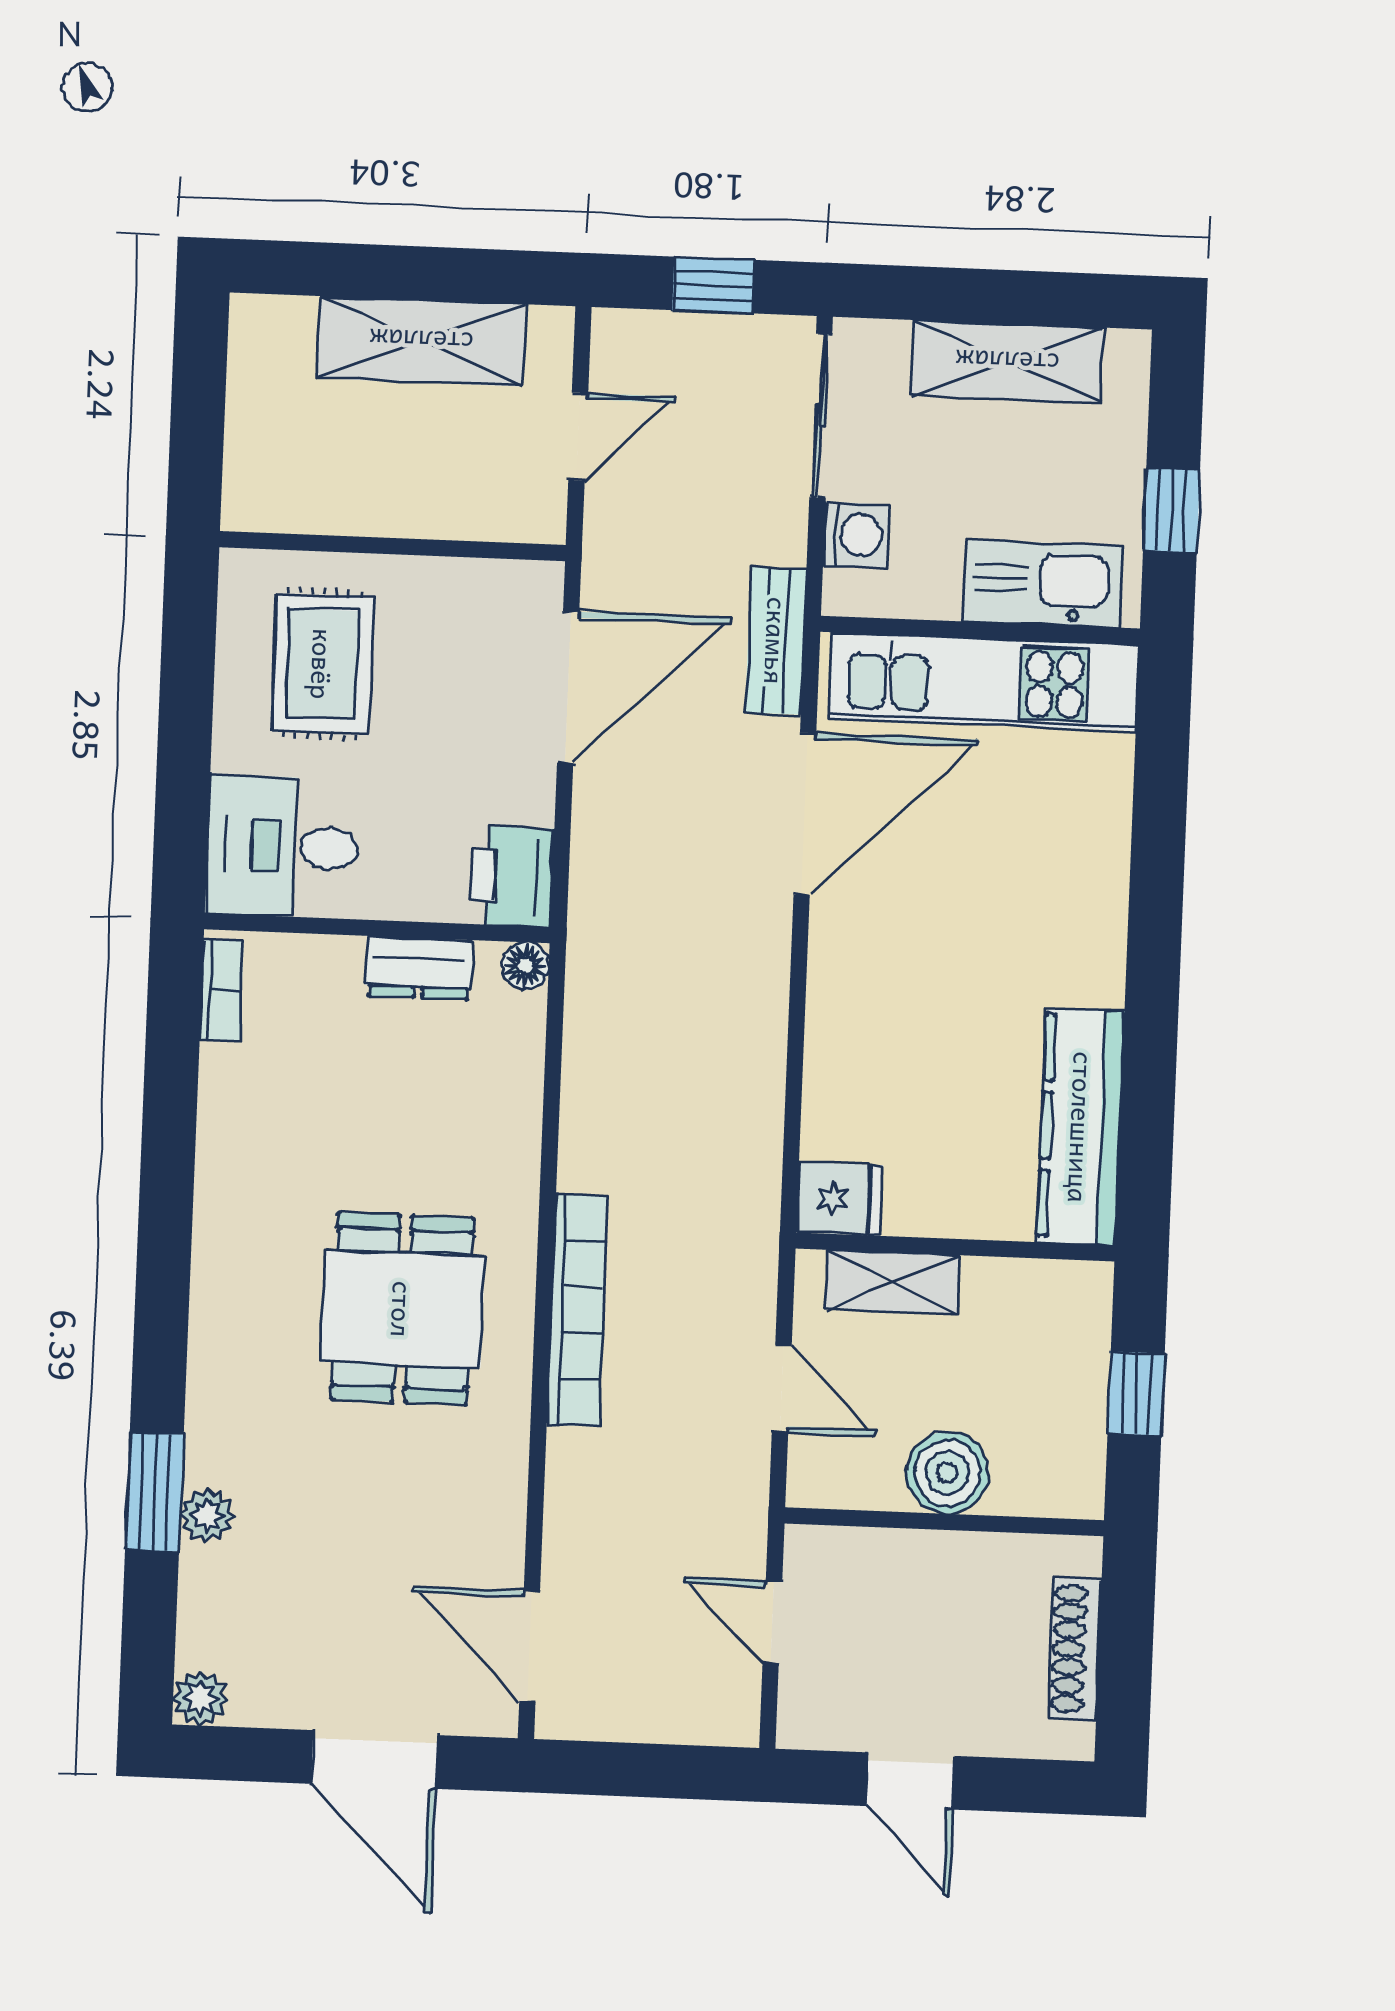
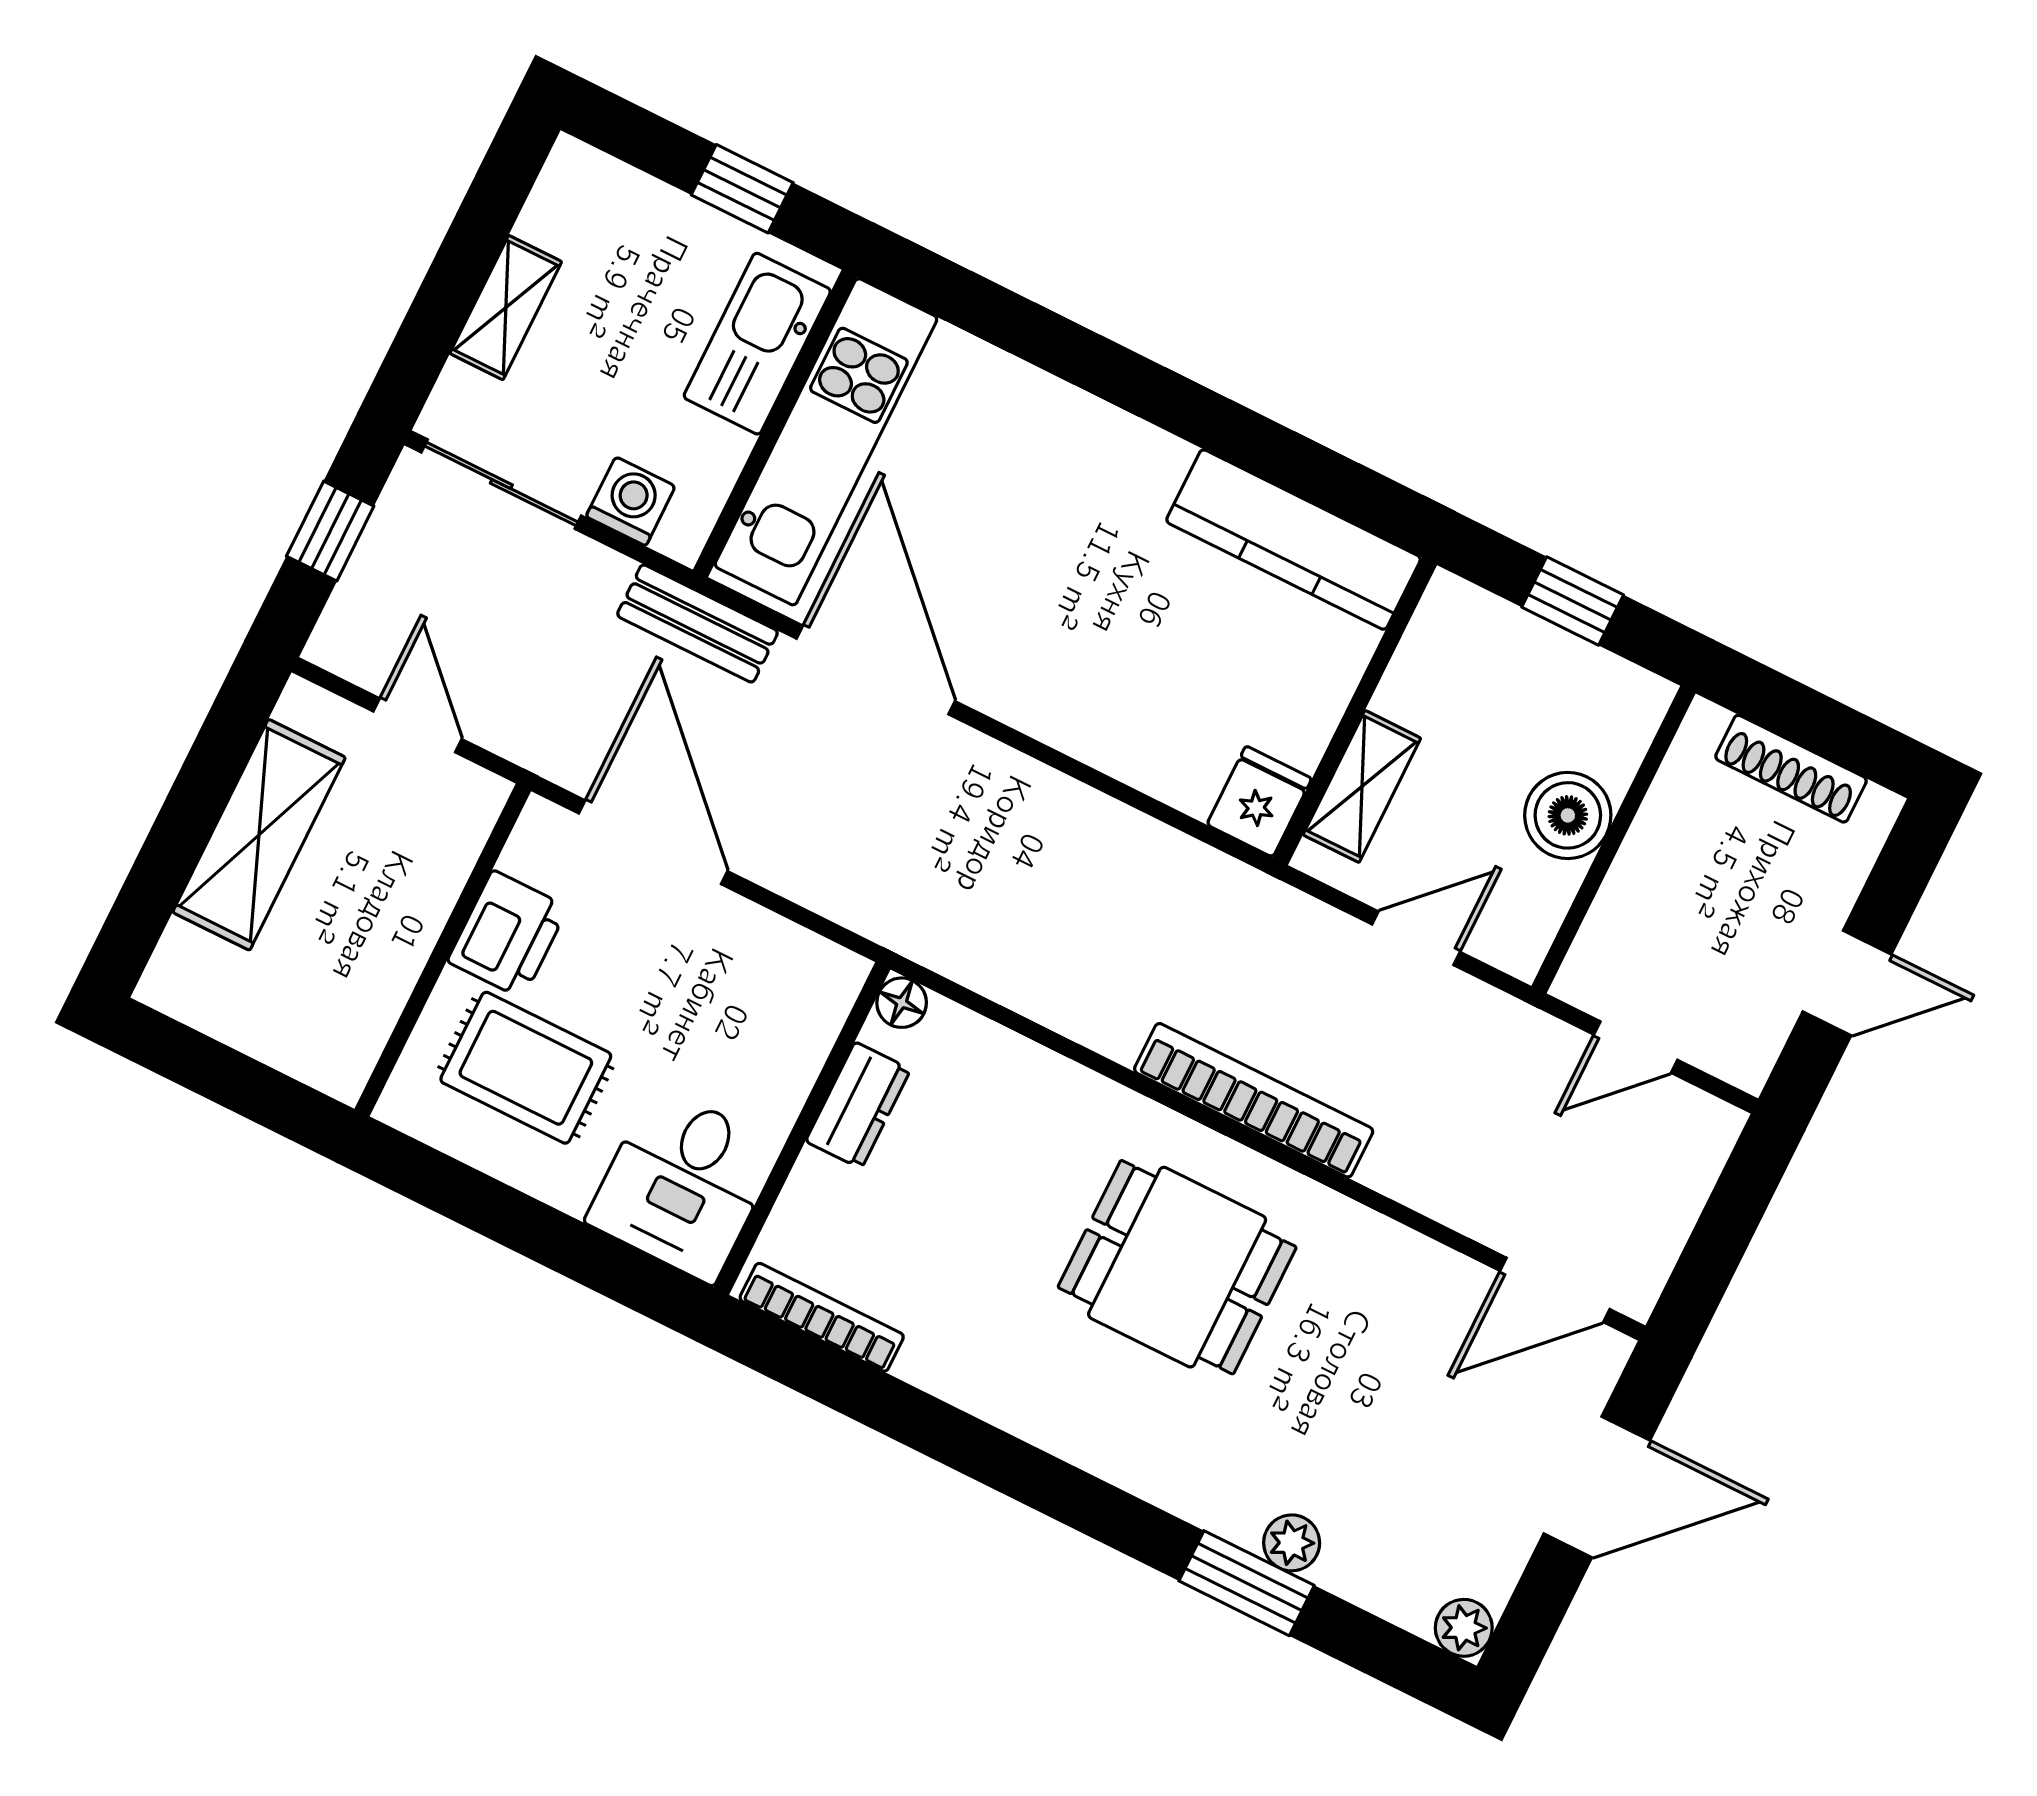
shelving: (1007, 362) -> (506, 308), width x0.67, depth x0.75
printer: (512, 876) -> (508, 934), moved, turned -90
bookcase: (222, 991) -> (822, 1317), width x1.56

